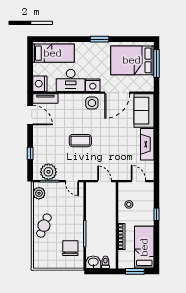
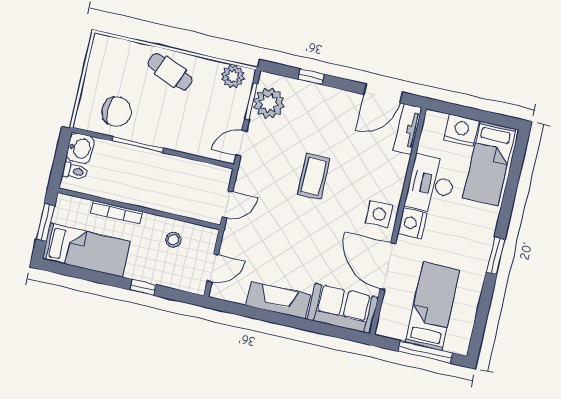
bed: (132, 60) -> (432, 306), width x0.67
nightstand: (40, 84) -> (461, 130), moved

